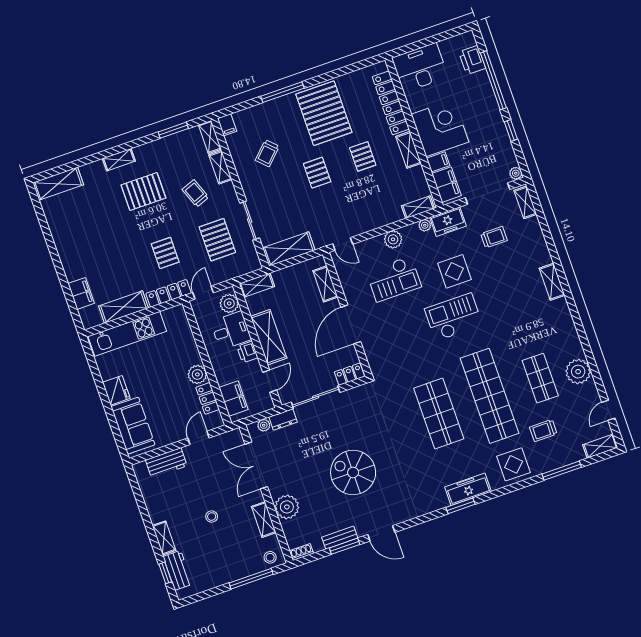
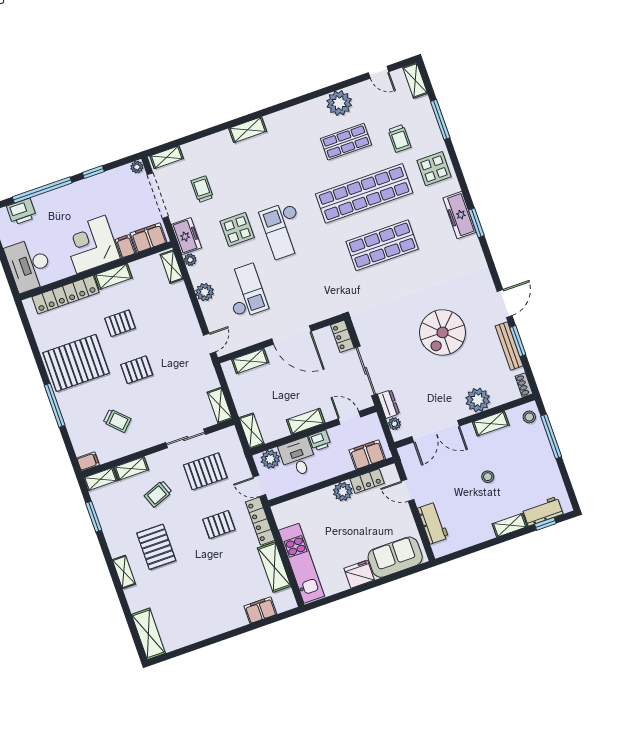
shelving: (289, 249) -> (220, 405), width x0.67, depth x0.75
shelving: (269, 337) -> (306, 421), width x0.67, depth x0.75
bench: (340, 538) -> (509, 346), width x1.36

